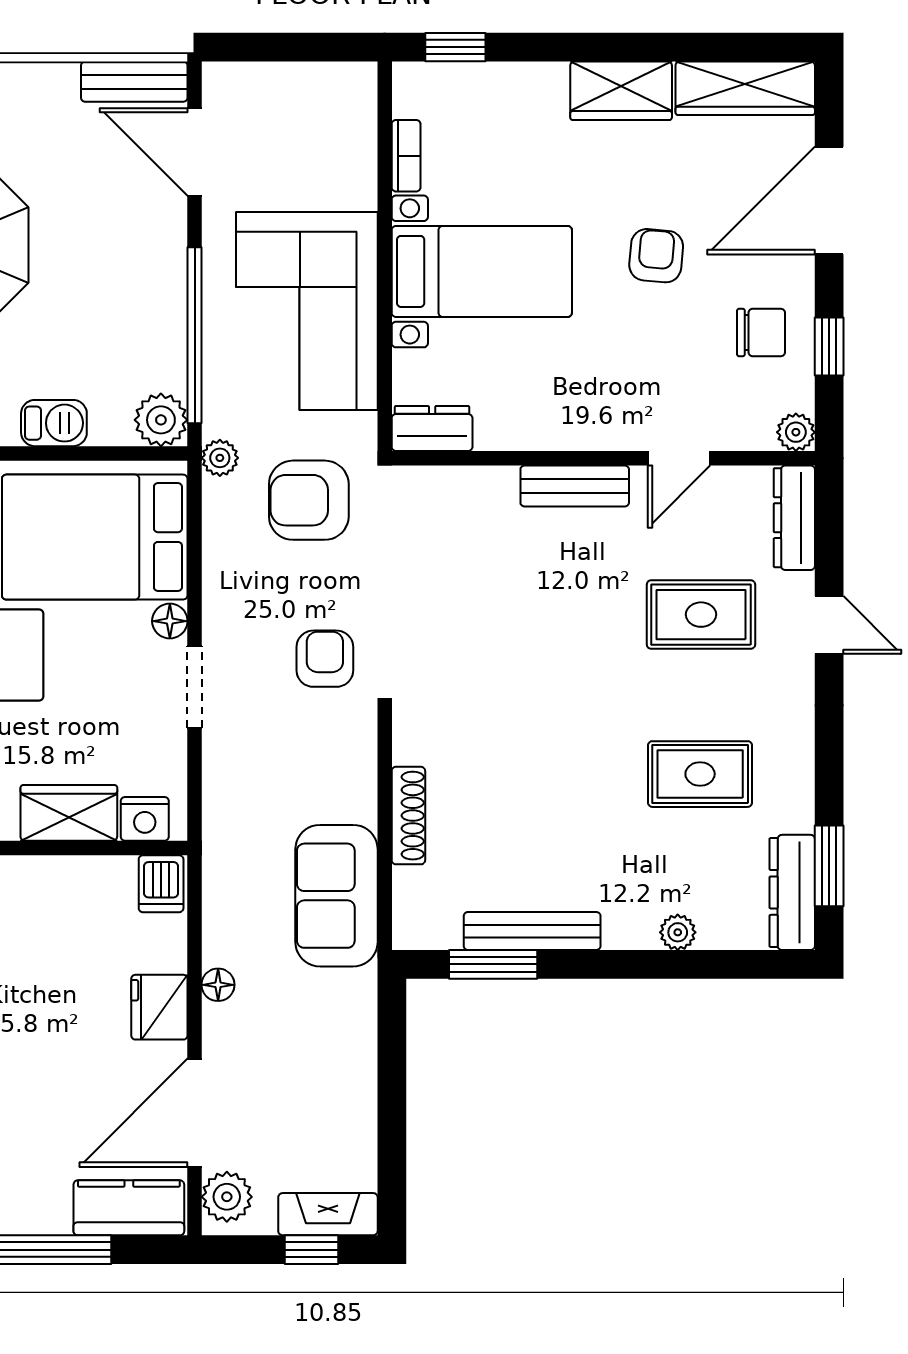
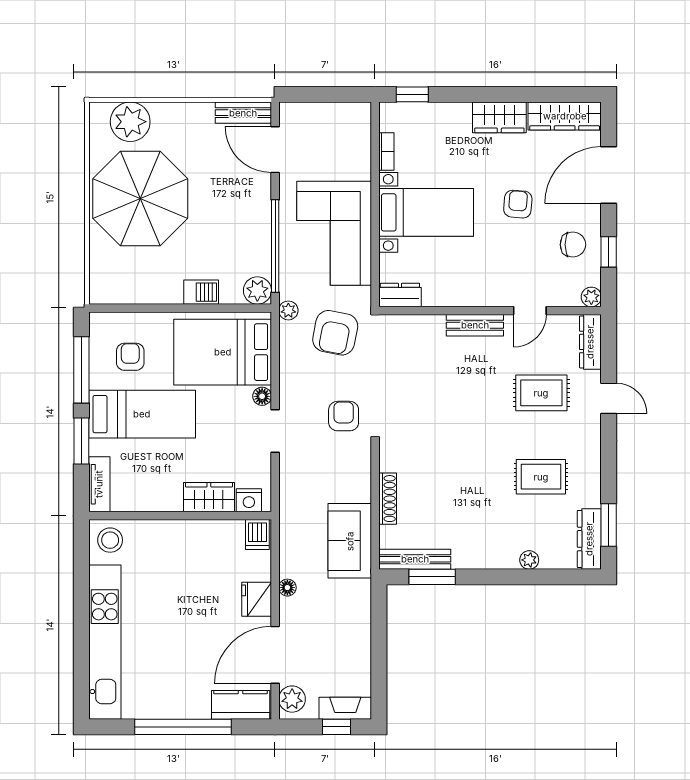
armchair: (309, 500) -> (335, 333), turned -79
bench: (532, 931) -> (415, 559), moved

